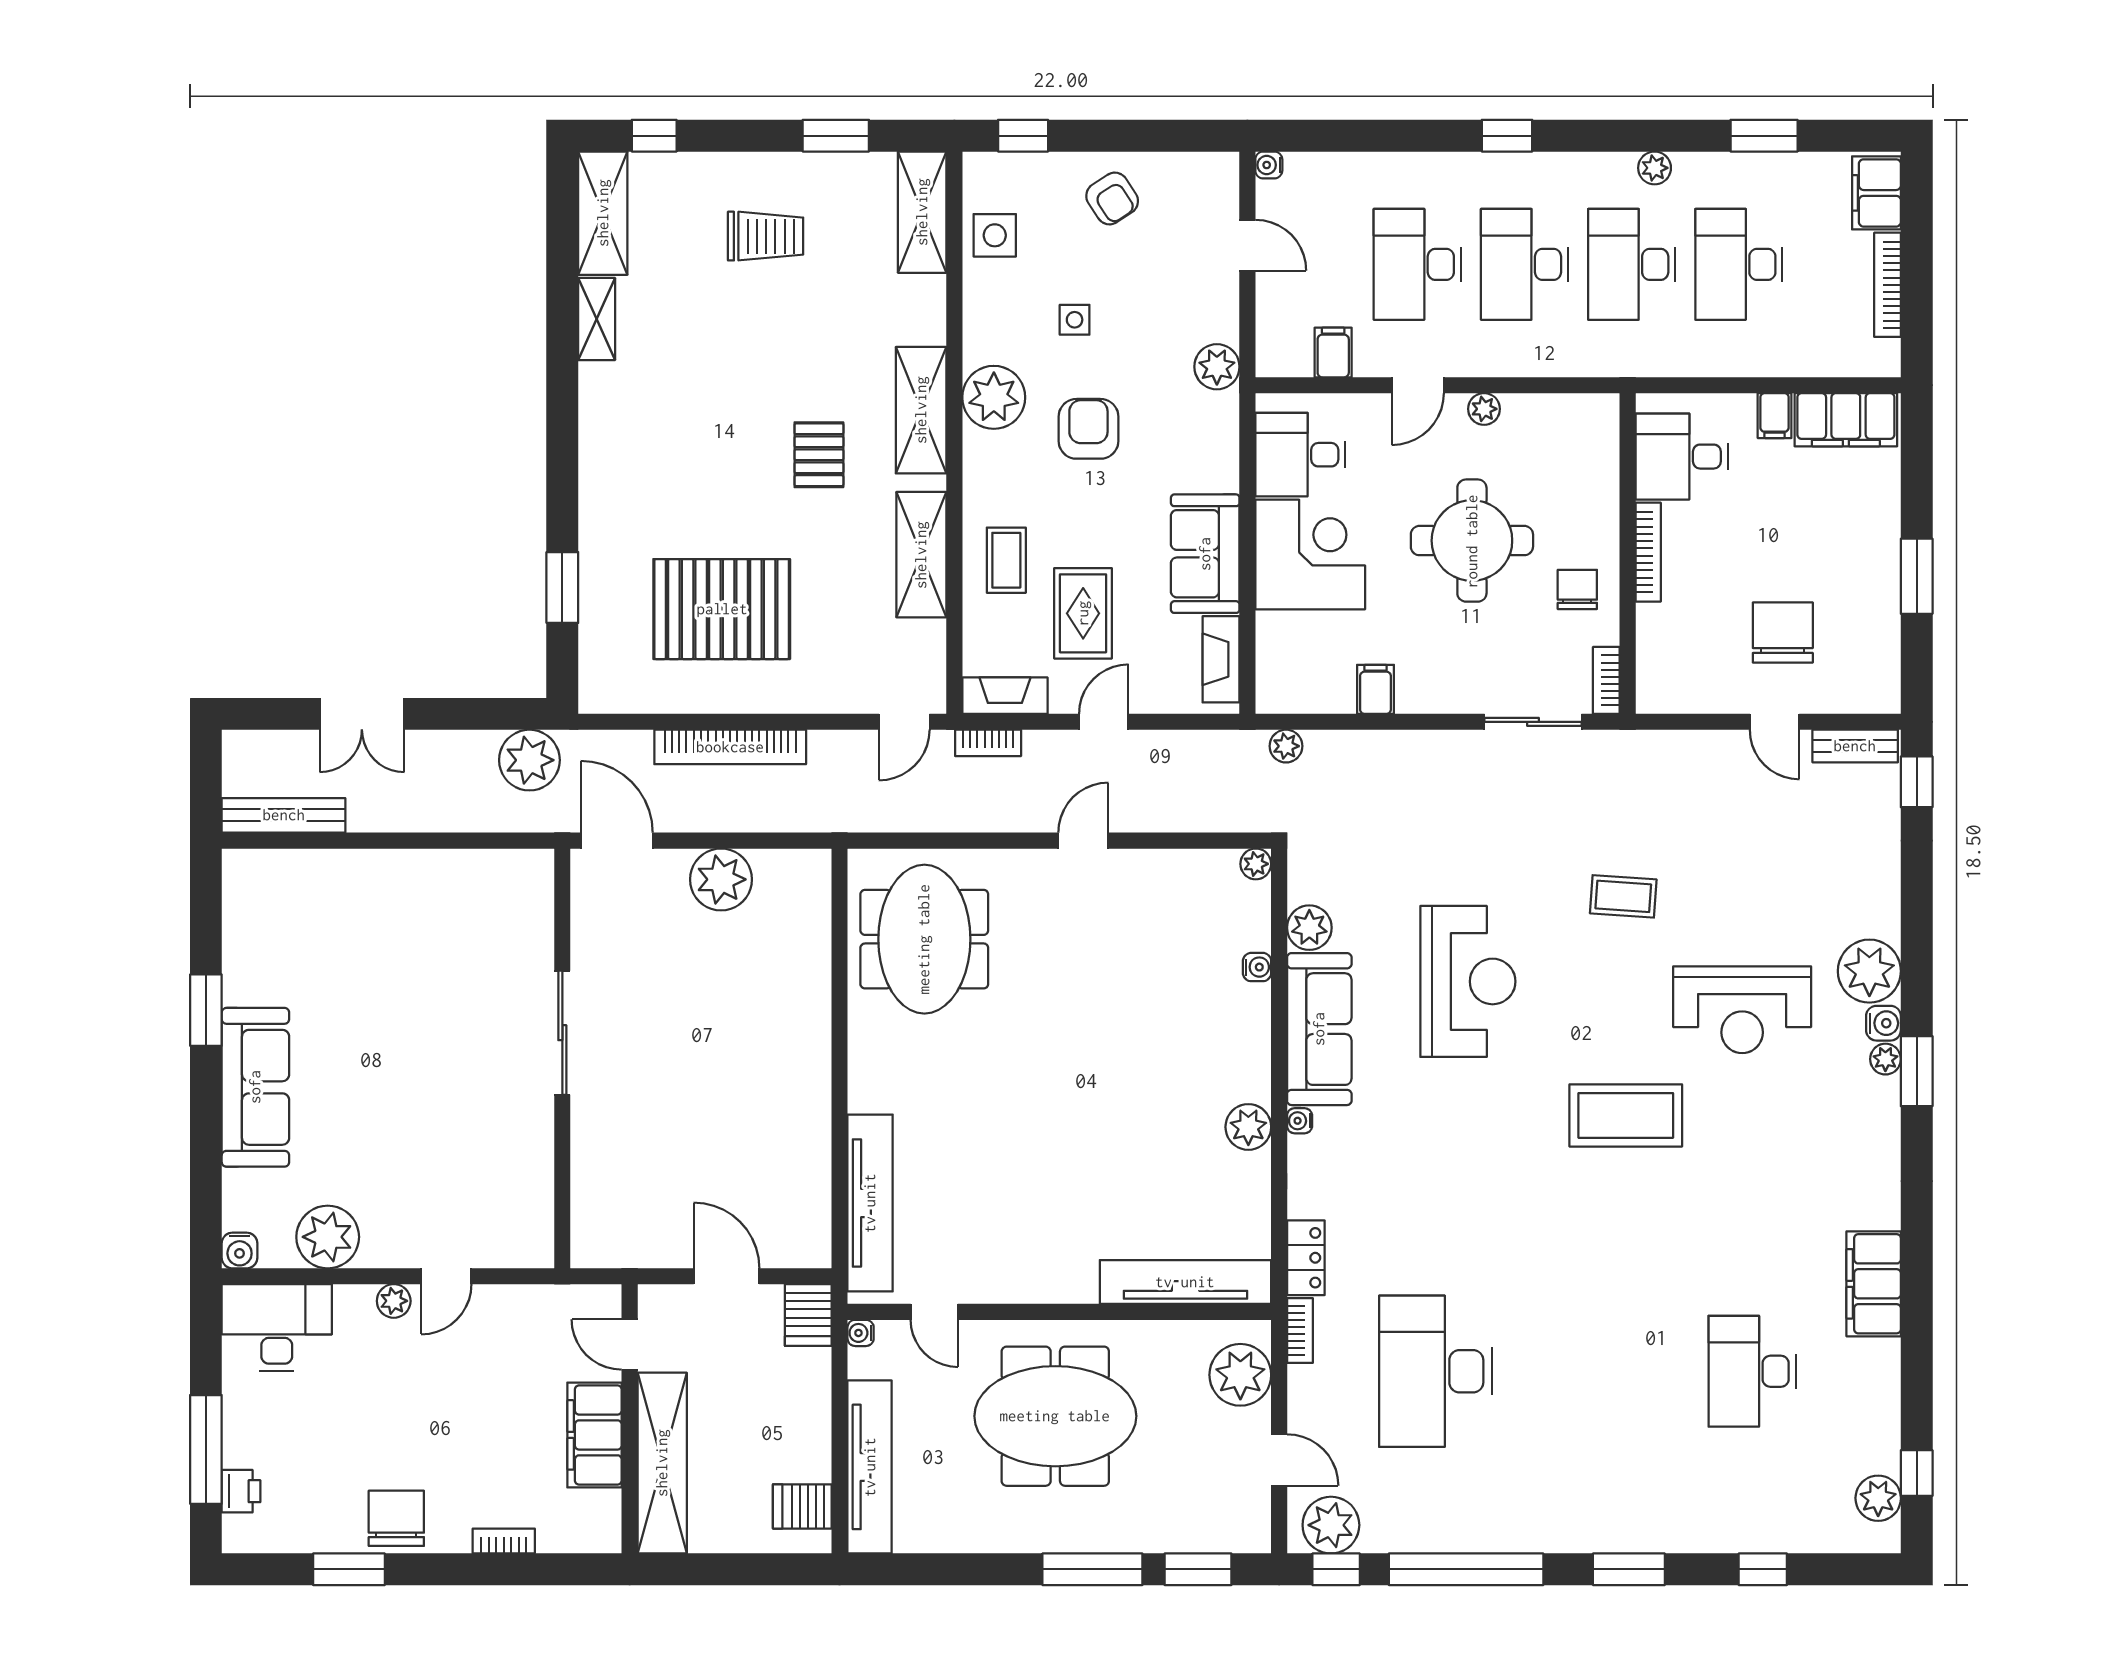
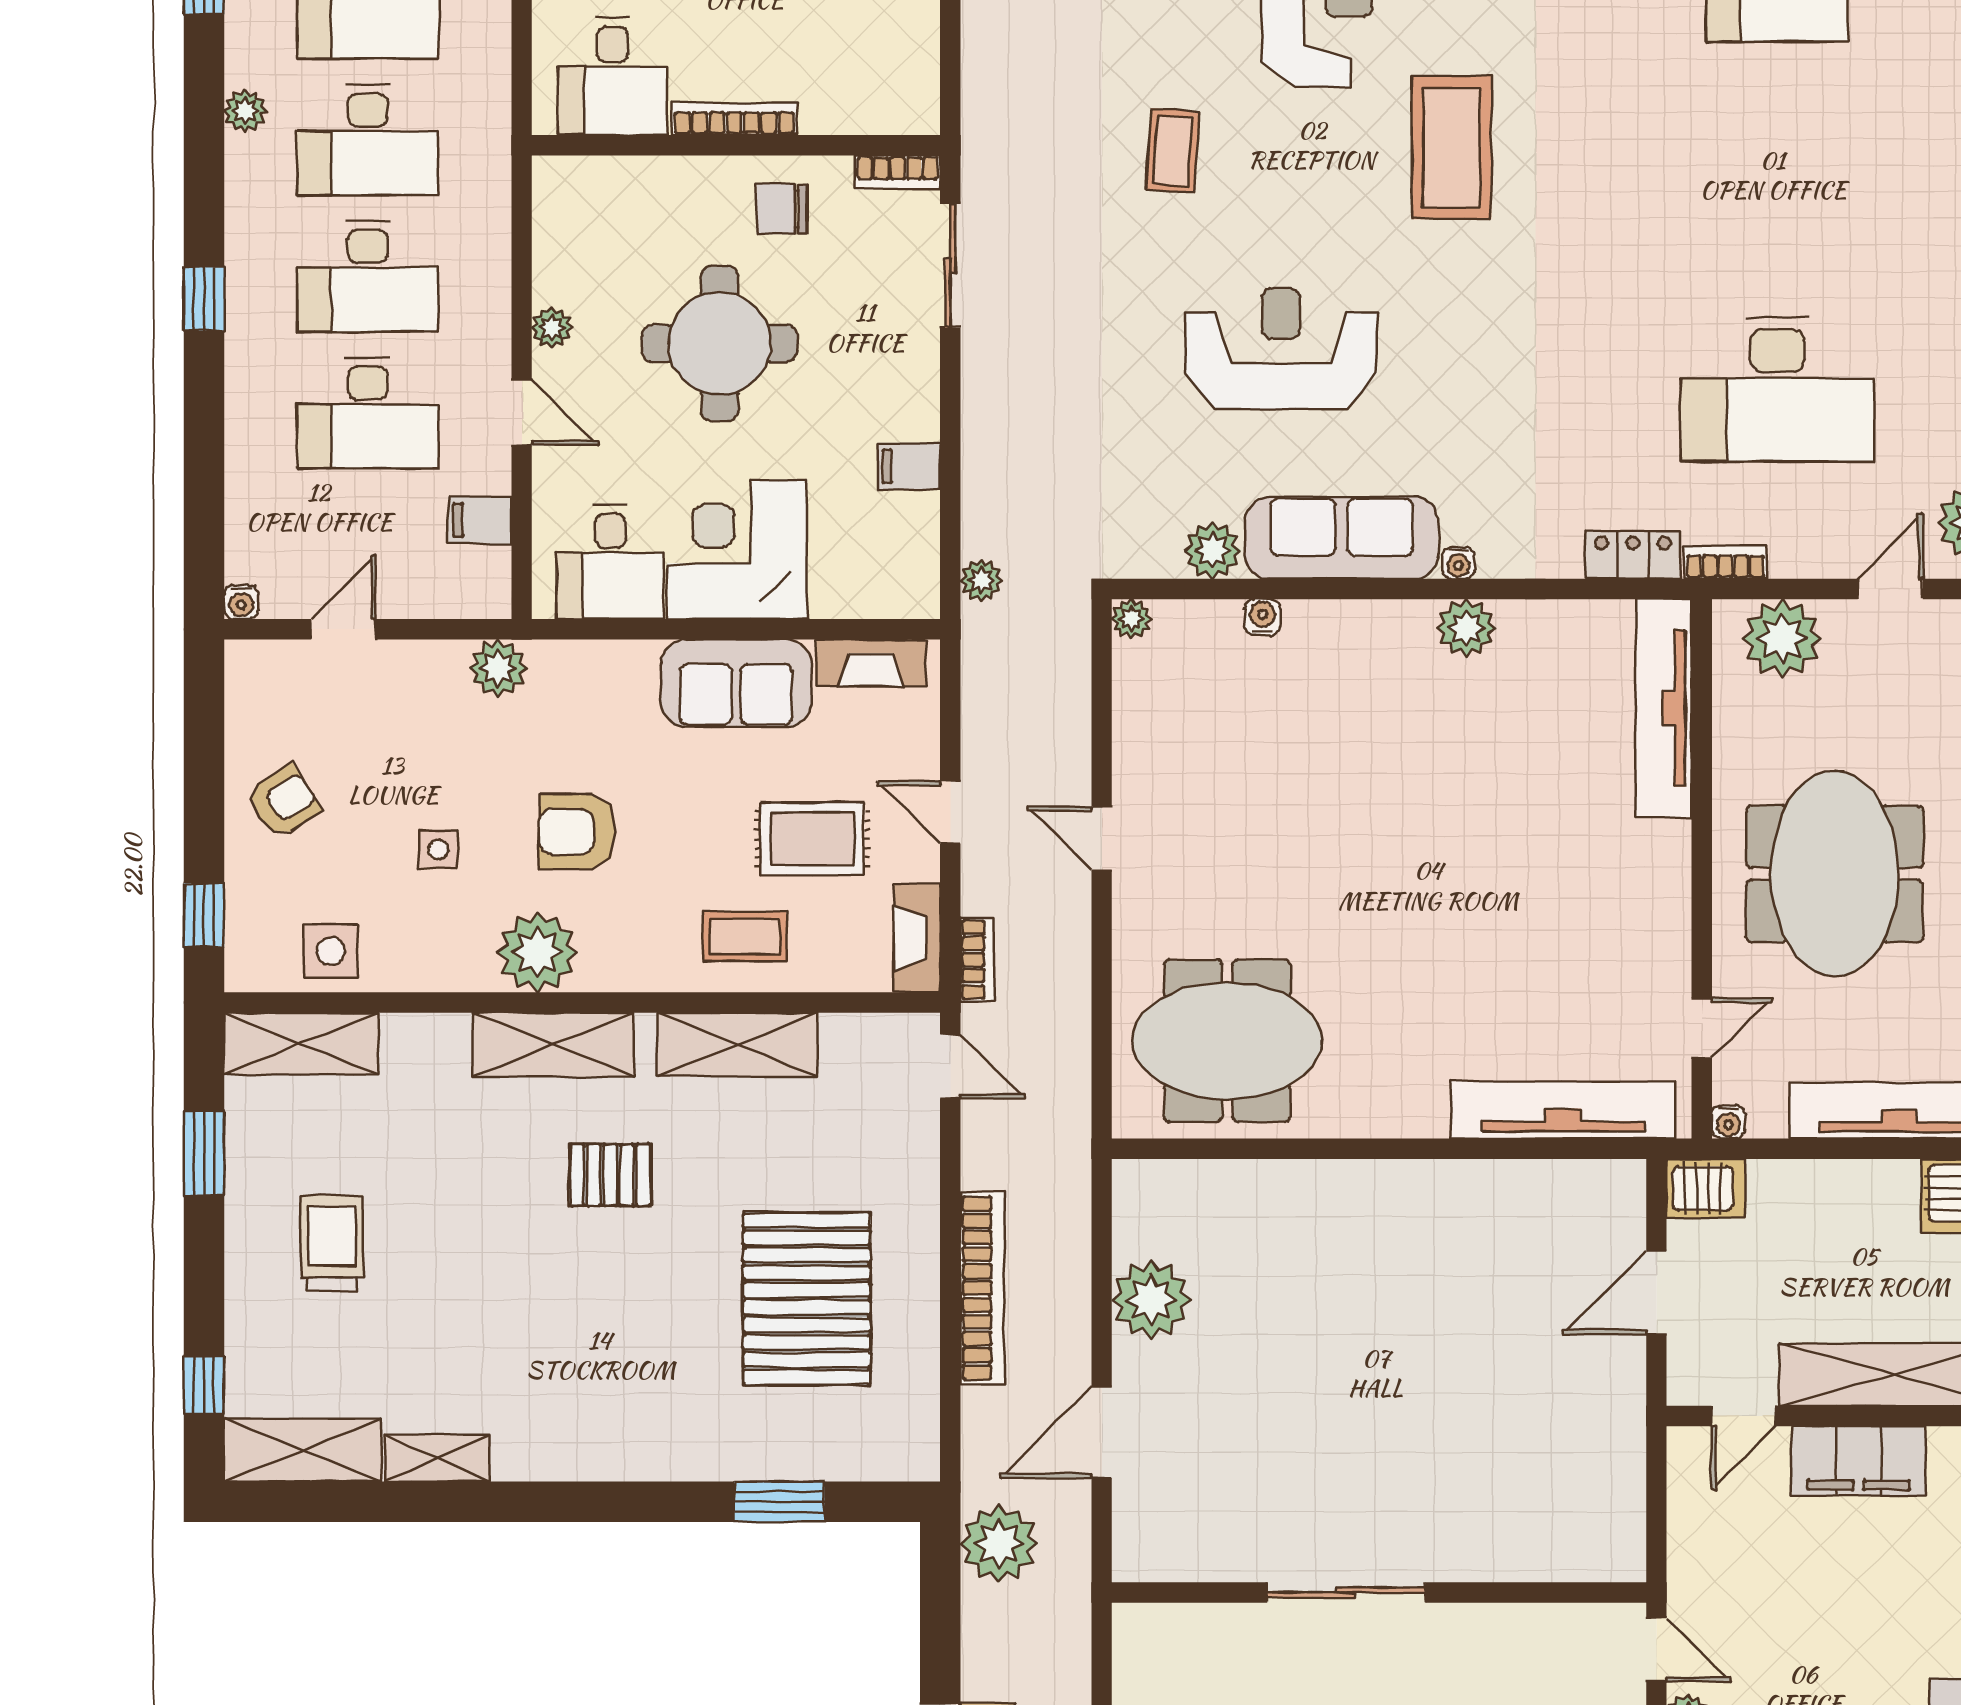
sliding door: (562, 1033) -> (1346, 1593), moved
wall: (562, 1058) -> (1379, 1593), moved

